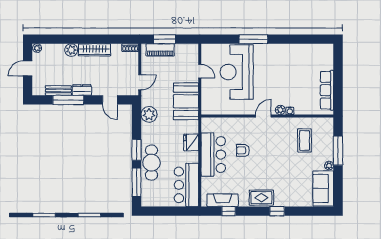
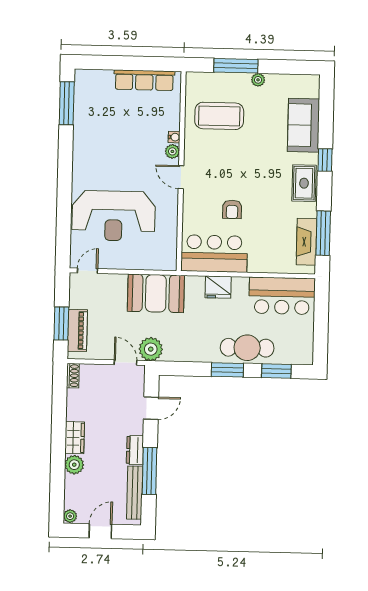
window: (253, 39) -> (67, 103), moved
wardrobe: (94, 50) -> (75, 438), width x0.67
door: (28, 68) -> (100, 531), swing flipped
door: (200, 71) -> (87, 271), moved
bench: (58, 90) -> (135, 493), width x1.36
plant: (149, 114) -> (151, 349), moved
coffee table: (305, 140) -> (219, 116), width x1.36, depth x1.32
bar counter: (213, 155) -> (214, 254), moved
window: (137, 182) -> (276, 371), width x0.69
sofa: (323, 189) -> (304, 125), moved, turned 90
window: (229, 211) -> (323, 233), width x2.17

